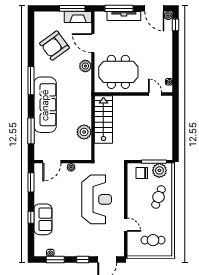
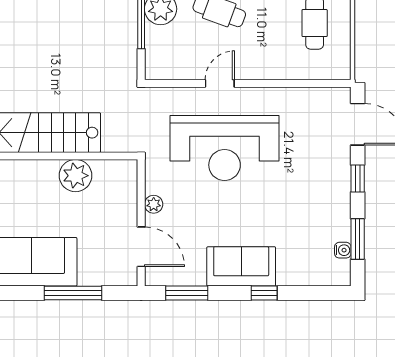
chair: (142, 173) -> (166, 48), removed
reception desk: (97, 199) -> (225, 148), turned 180
sofa: (43, 219) -> (241, 266), moved
door: (126, 225) -> (220, 83), moved

